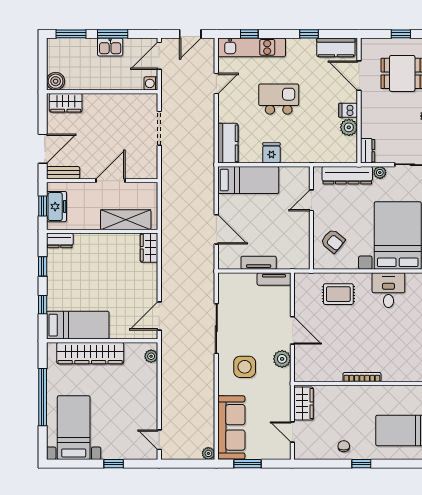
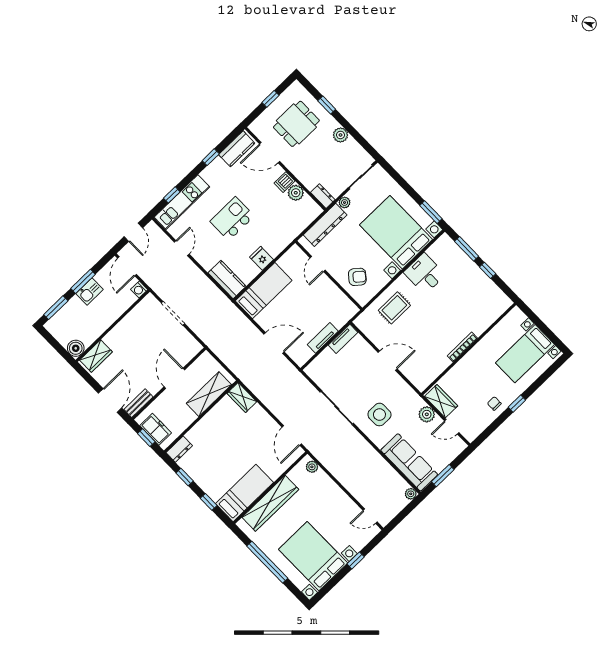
plant: (282, 359) -> (427, 414), moved
bed with nightstands: (74, 428) -> (313, 556), width x1.36

